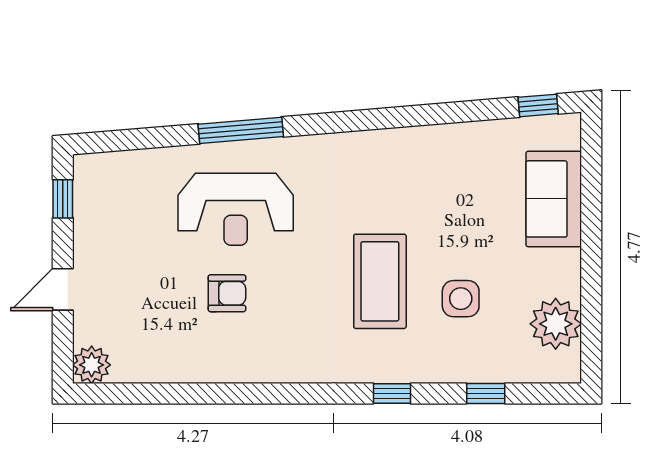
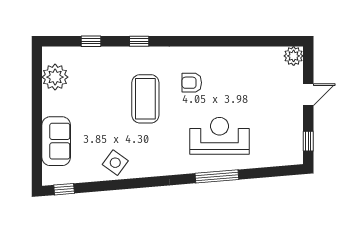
armchair: (227, 293) -> (192, 83), moved
side table: (461, 299) -> (115, 163), moved, turned 36

